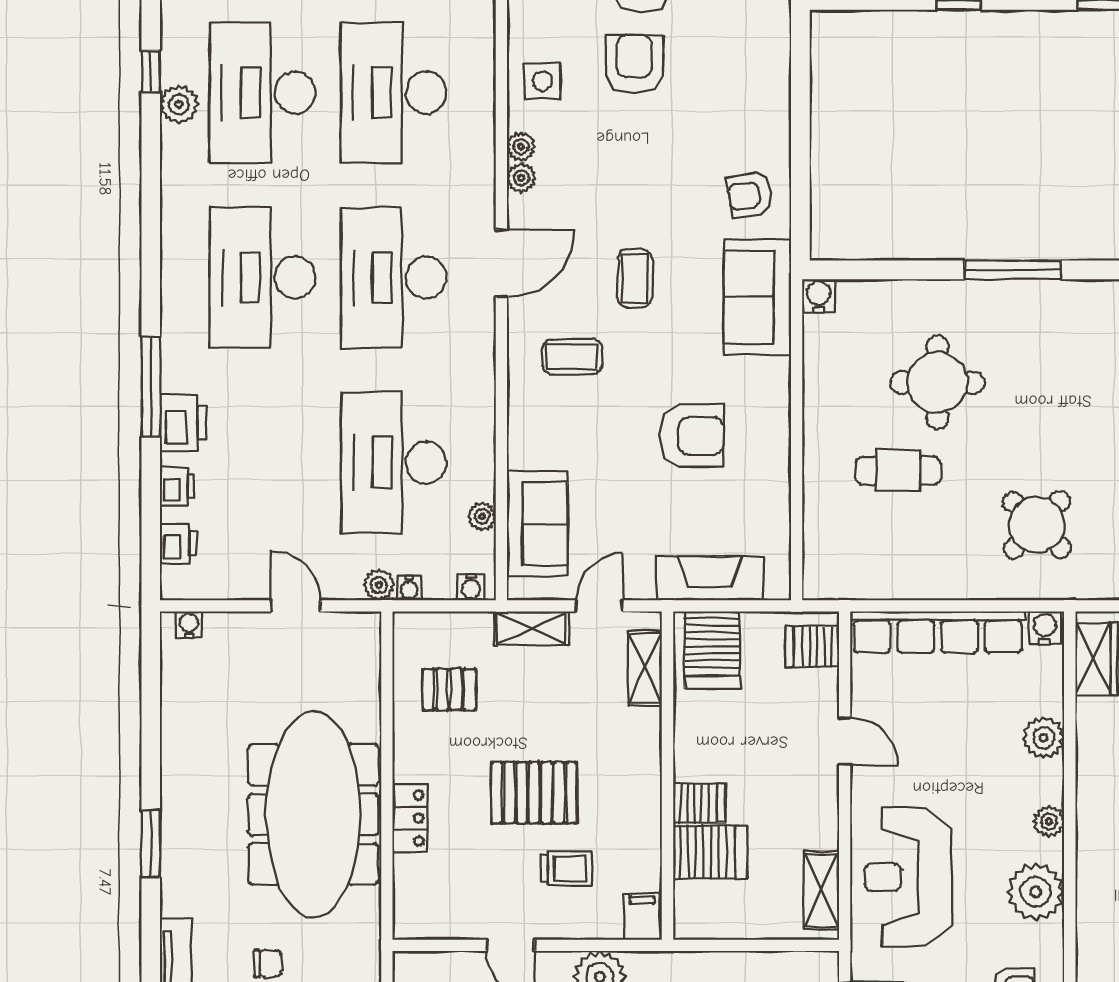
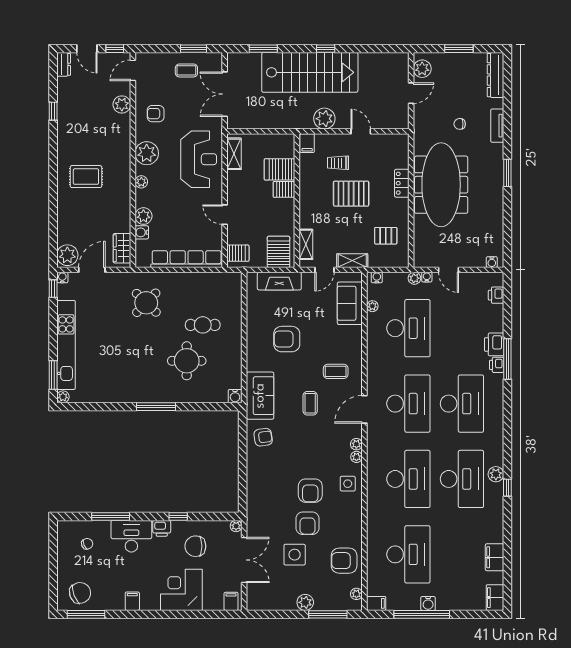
printer: (177, 486) -> (497, 365), moved
water cooler: (409, 588) -> (427, 277), moved
water cooler: (1045, 628) -> (142, 232), moved, turned 90

